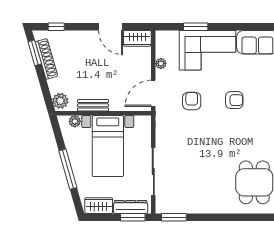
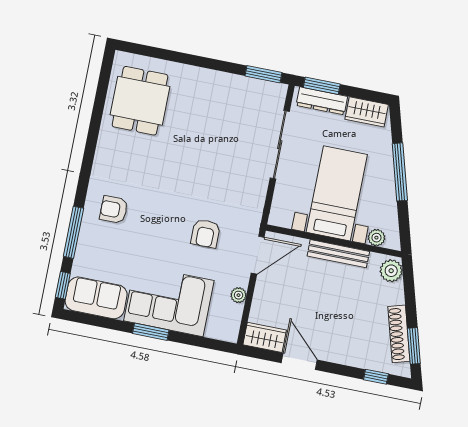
window: (196, 27) -> (151, 332), moved
armchair: (234, 100) -> (114, 210), moved
bench: (93, 105) -> (338, 254), width x1.36

